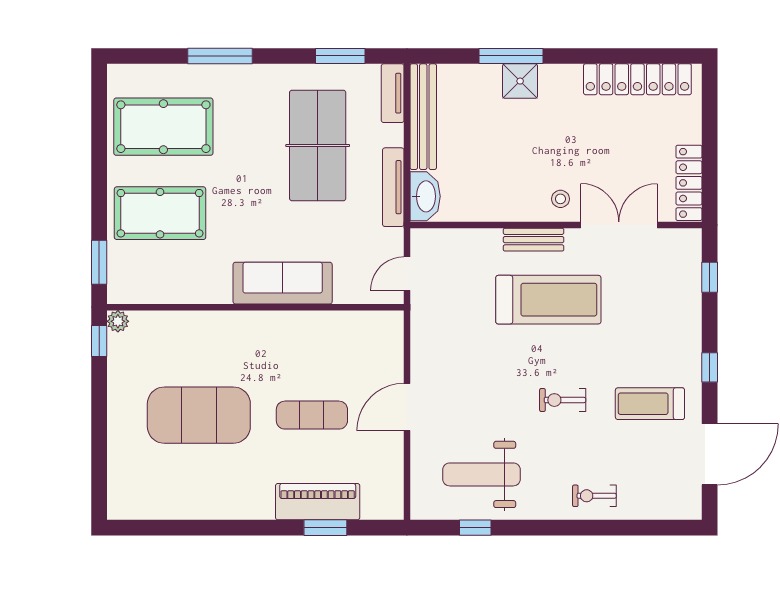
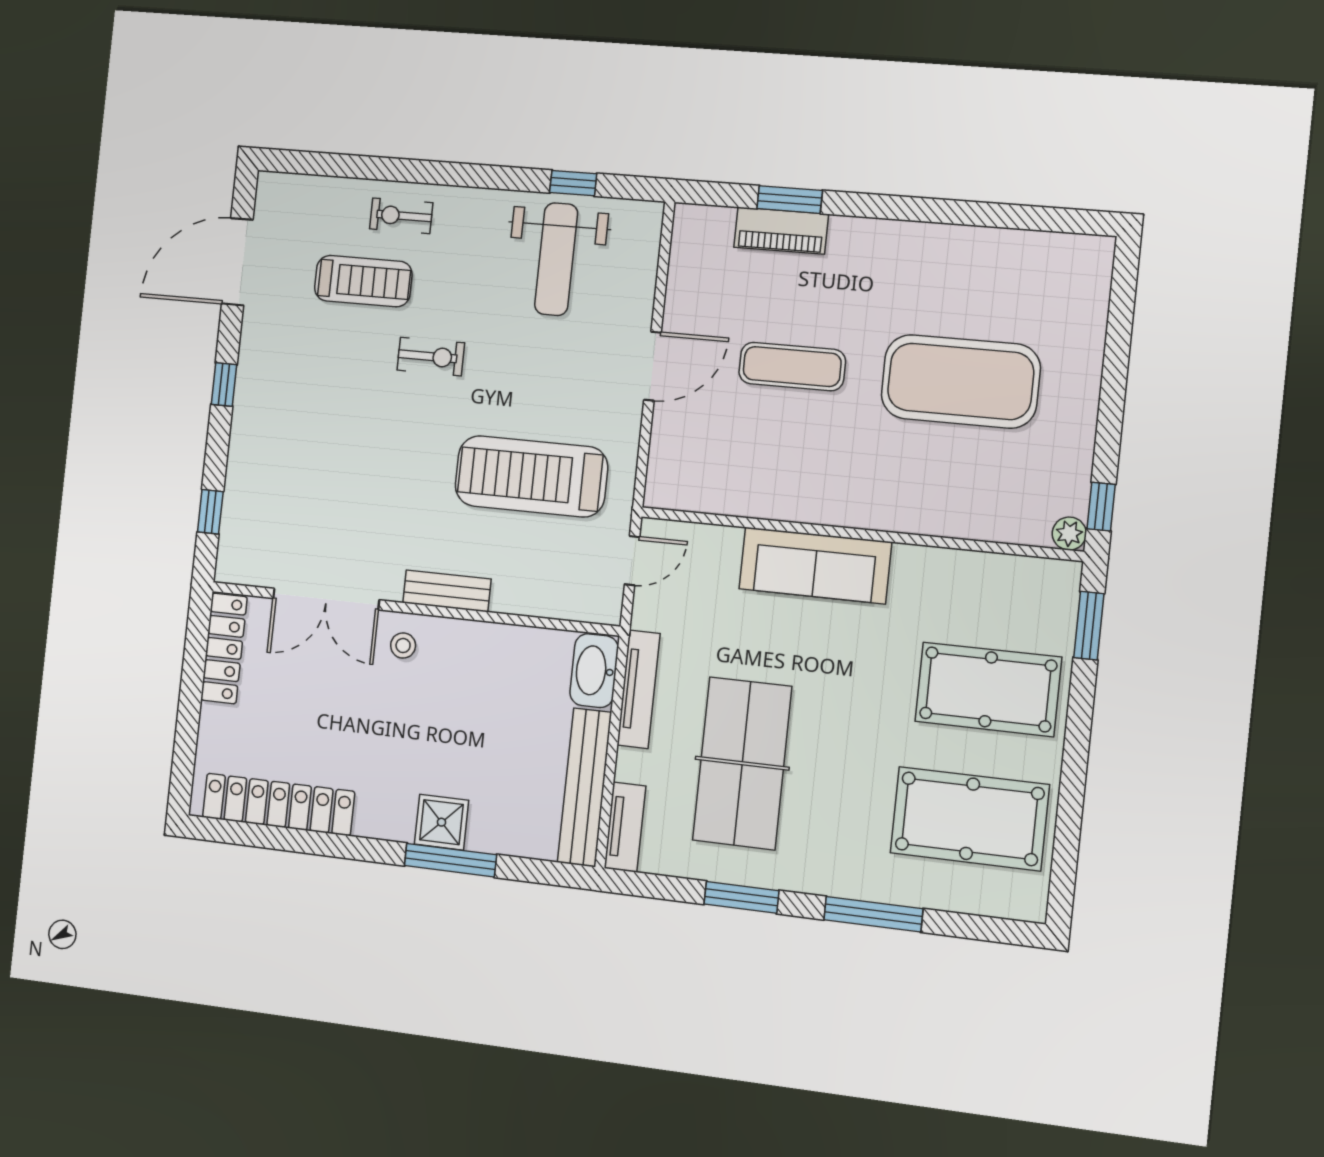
window: (340, 56) -> (741, 897), moved
treadmill: (548, 300) -> (531, 476), moved
treadmill: (650, 404) -> (363, 281), moved
weight bench: (482, 474) -> (556, 259), turned 90
exercise bike: (594, 496) -> (401, 216), turned 180
piano: (318, 502) -> (781, 231), width x0.73, depth x0.75

